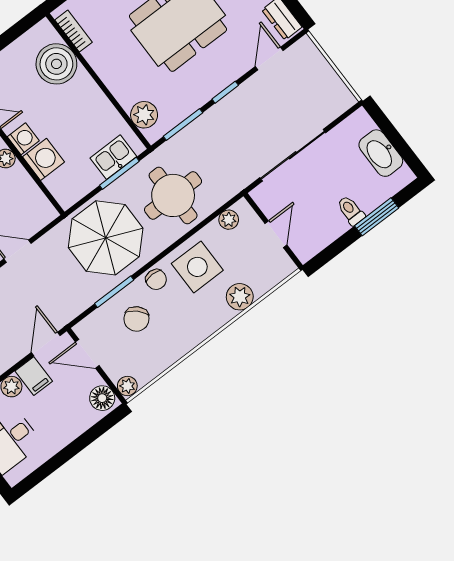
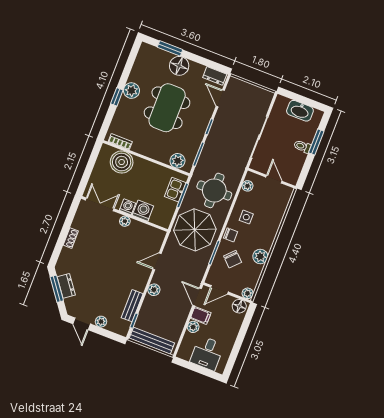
side table: (197, 267) -> (246, 217), width x0.54, depth x0.54
plant: (240, 297) -> (260, 256), moved

